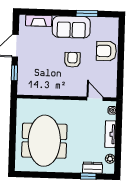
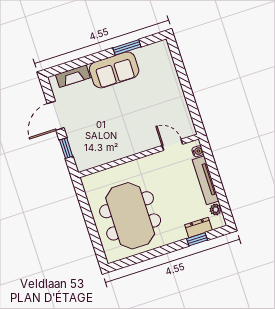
armchair: (106, 51) -> (166, 84), removed
armchair: (72, 60) -> (129, 108), removed
tv unit: (110, 134) -> (205, 180), width x1.41

